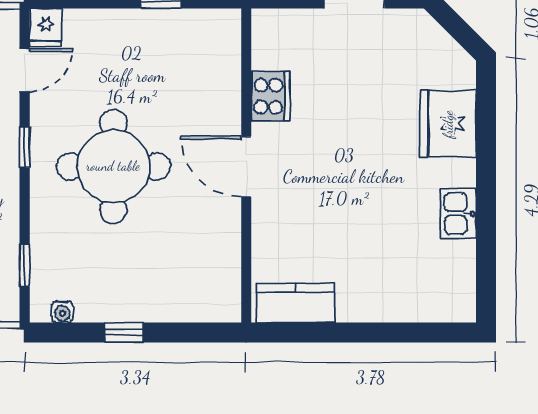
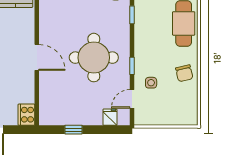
fridge: (46, 28) -> (110, 117), moved
cooker: (271, 96) -> (26, 115), moved

